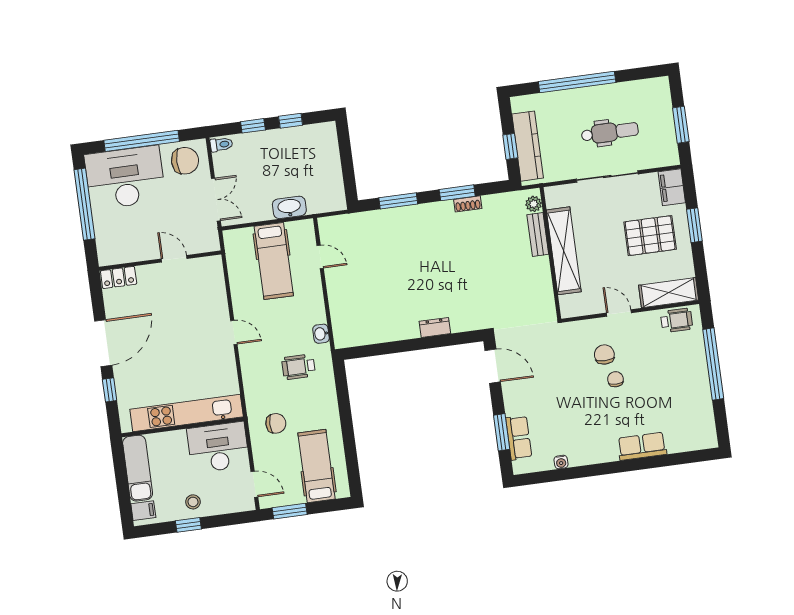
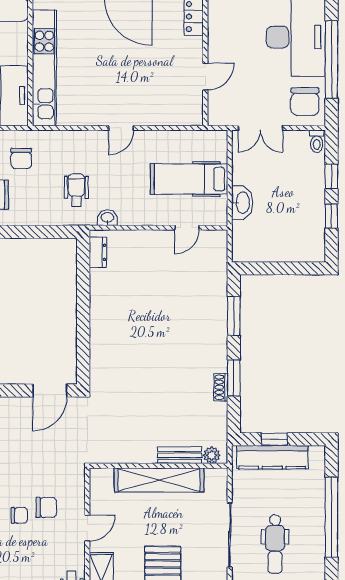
dresser: (435, 327) -> (98, 252), moved

